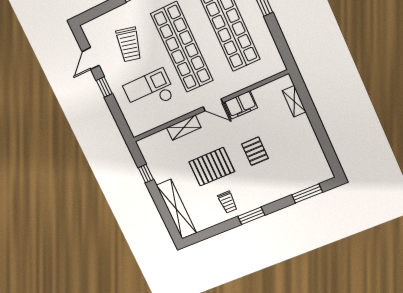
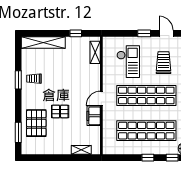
trolley: (129, 44) -> (163, 63), turned 77
shelving: (184, 128) -> (95, 52), moved
pallet: (212, 167) -> (36, 123), moved
window: (251, 216) -> (18, 80), moved

